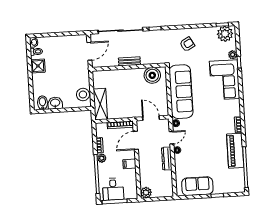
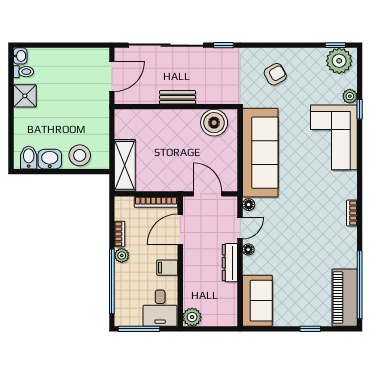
stool: (83, 95) -> (80, 155), moved
piano: (235, 151) -> (345, 298), moved
sofa: (197, 186) -> (257, 301), moved, turned 90
desk: (113, 189) -> (160, 308), moved

